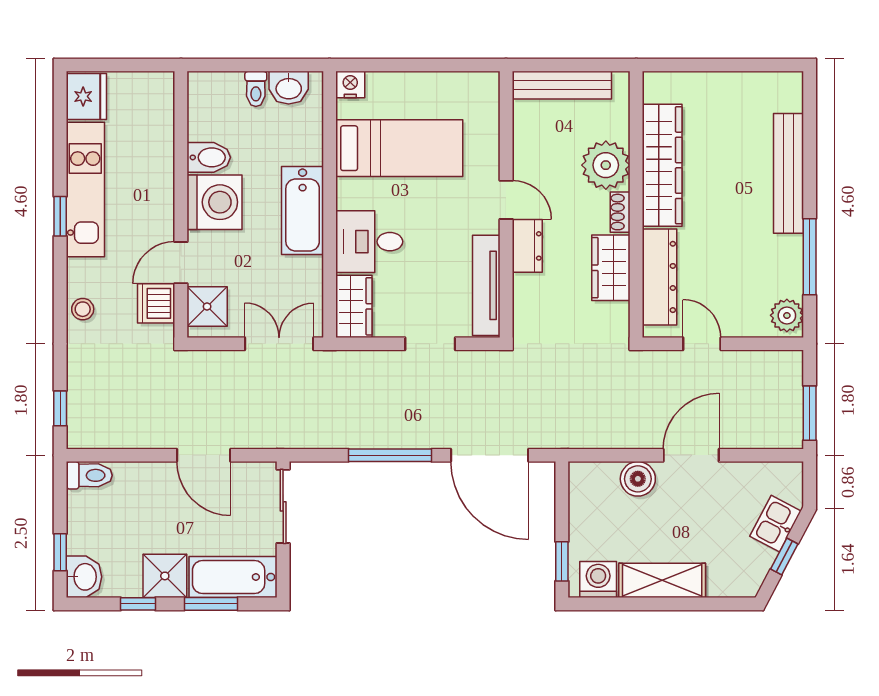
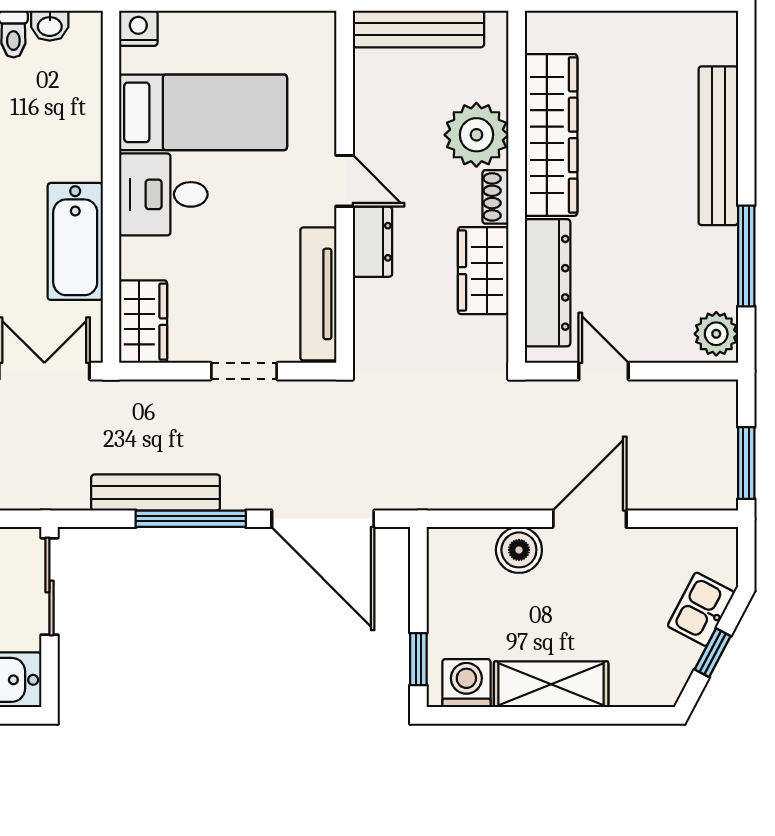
washbasin: (289, 88) -> (50, 26), width x0.72, depth x0.69
bathtub: (303, 211) -> (75, 241), moved
desk: (369, 242) -> (163, 194), moved
bench: (363, 435) -> (156, 492), added

